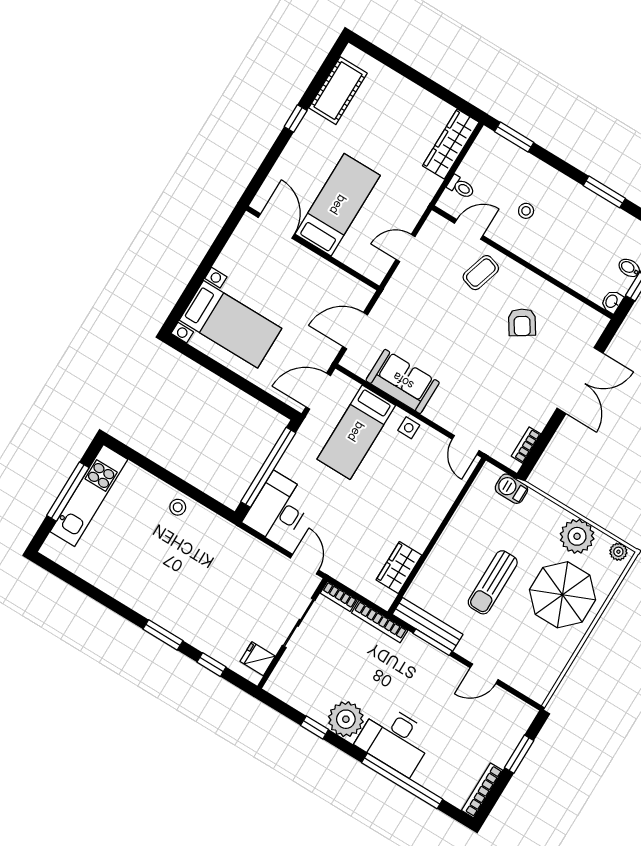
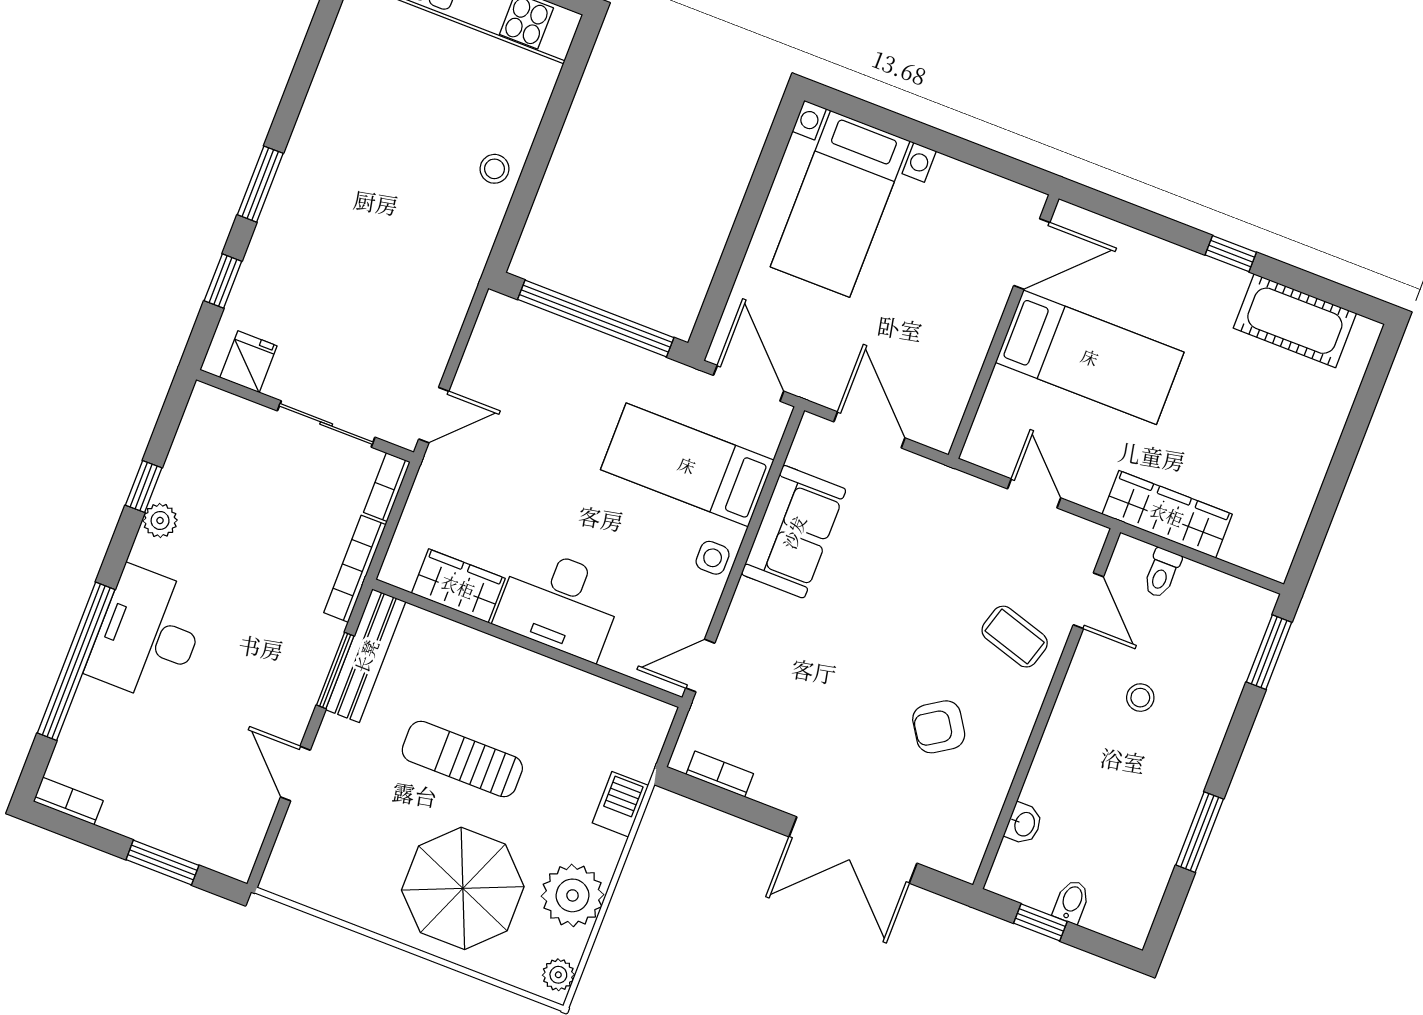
wardrobe: (451, 144) -> (1167, 514), moved
washbasin: (612, 302) -> (1024, 824), moved, turned 90
barbecue: (511, 489) -> (620, 804), moved
desk: (278, 509) -> (560, 603), moved, turned 180
plant: (346, 719) -> (160, 520), width x0.53, depth x0.53
bookcase: (482, 790) -> (68, 801), width x0.64

